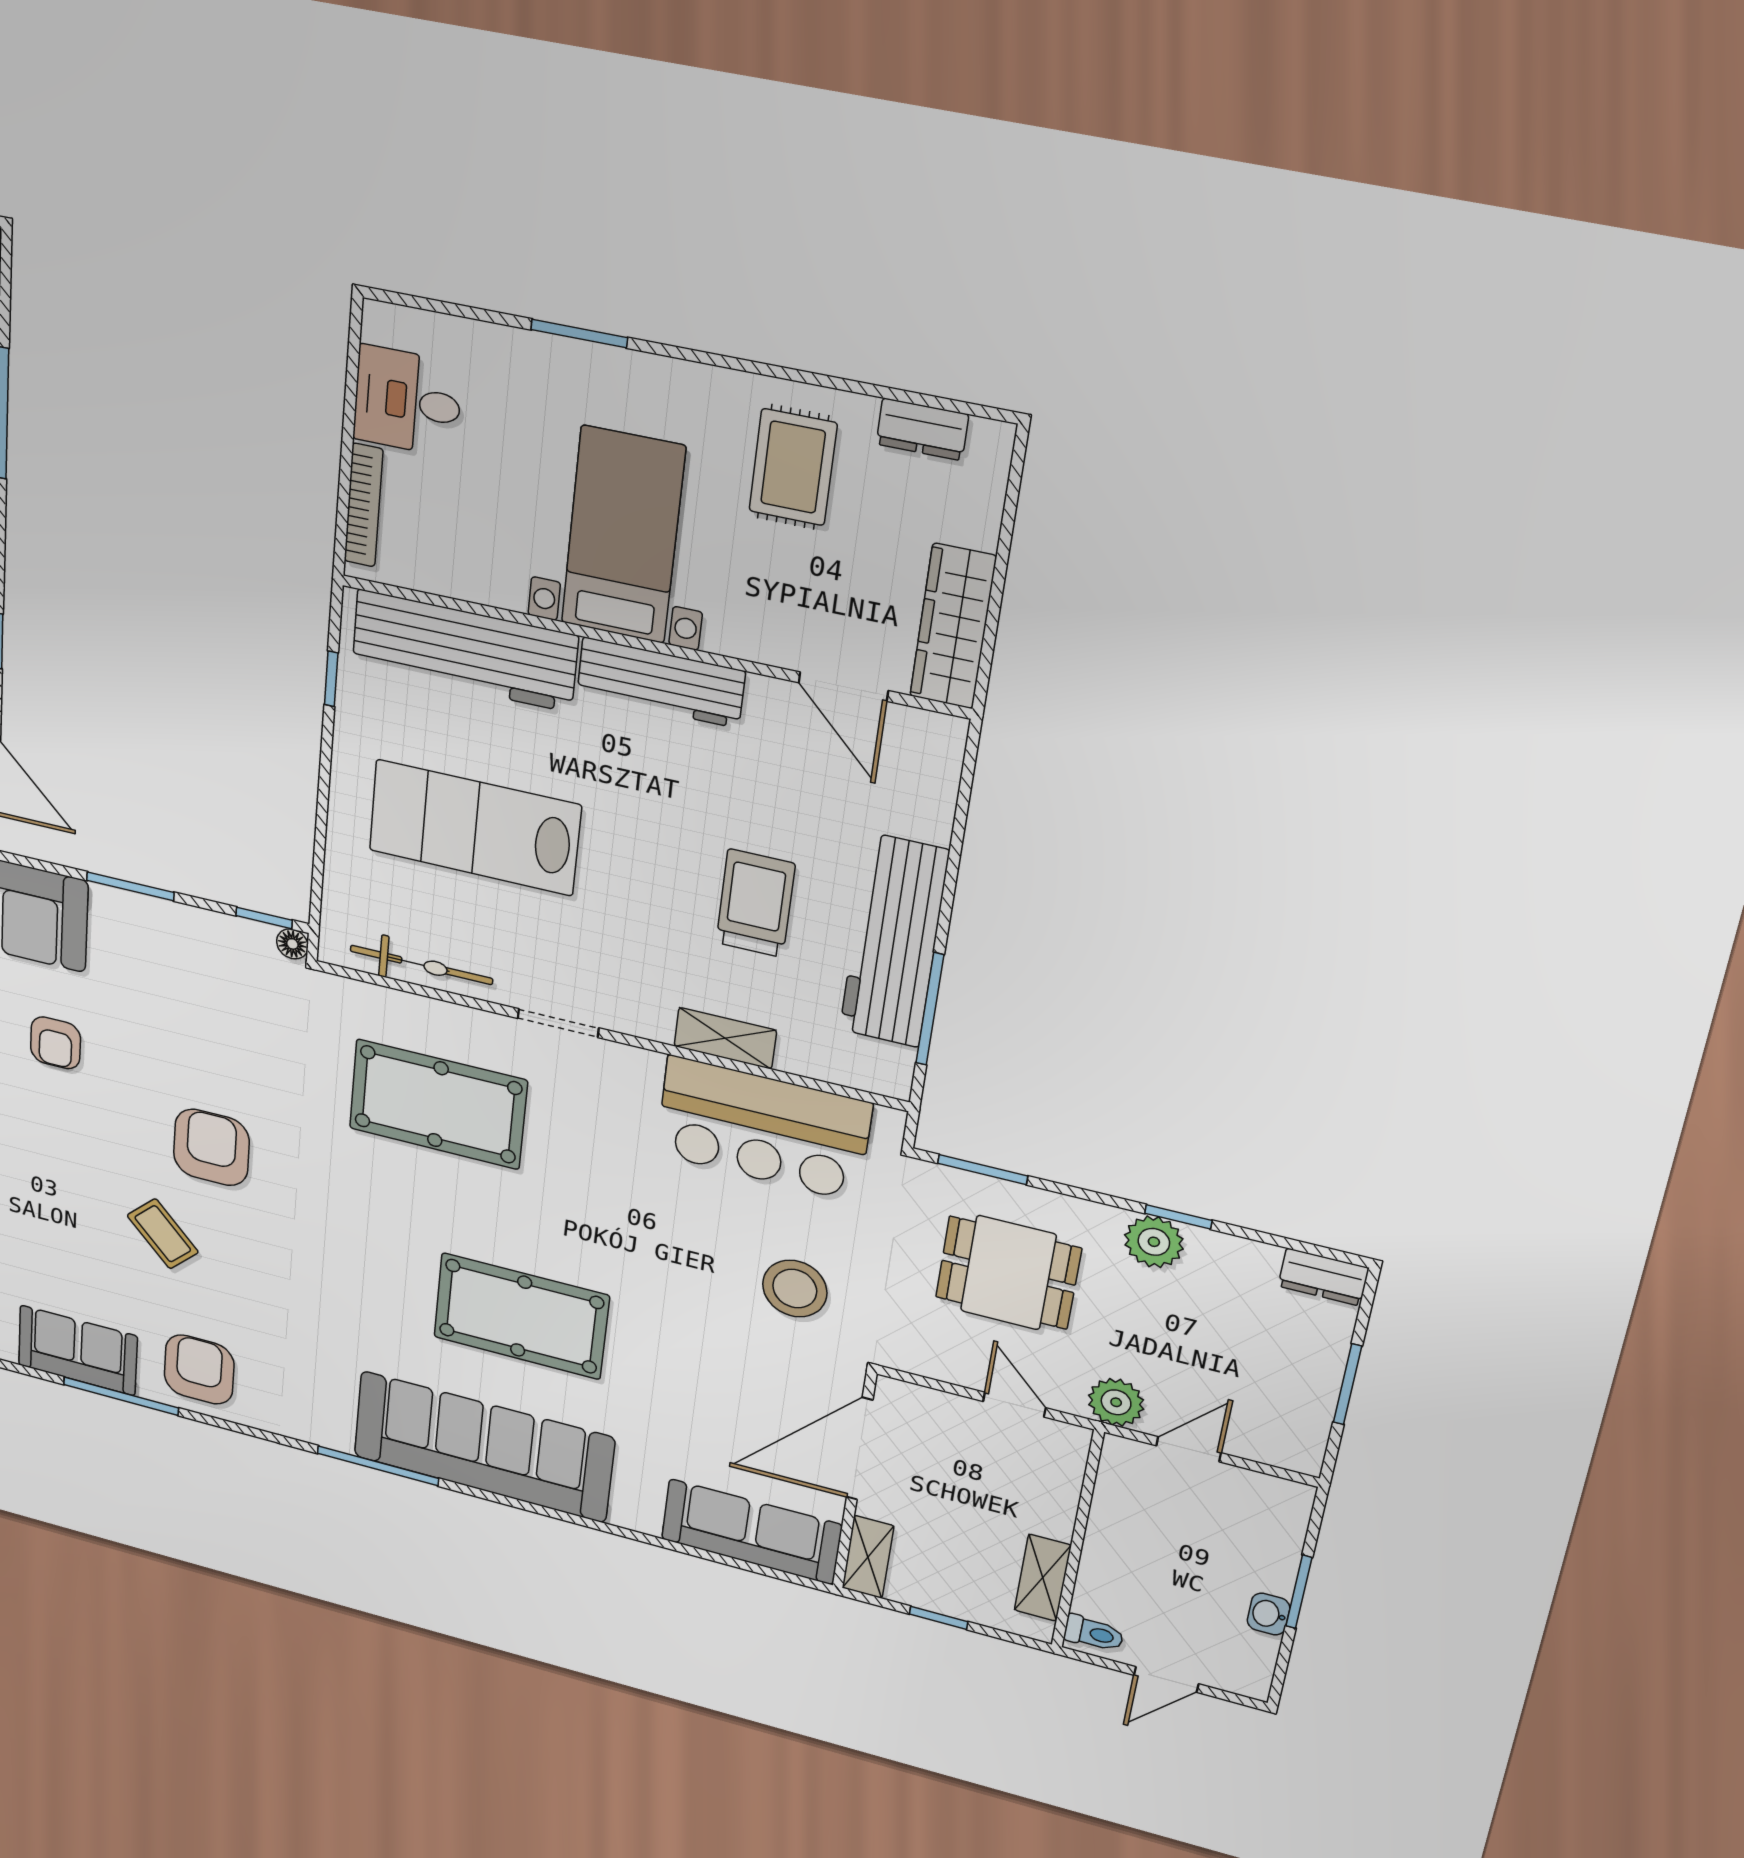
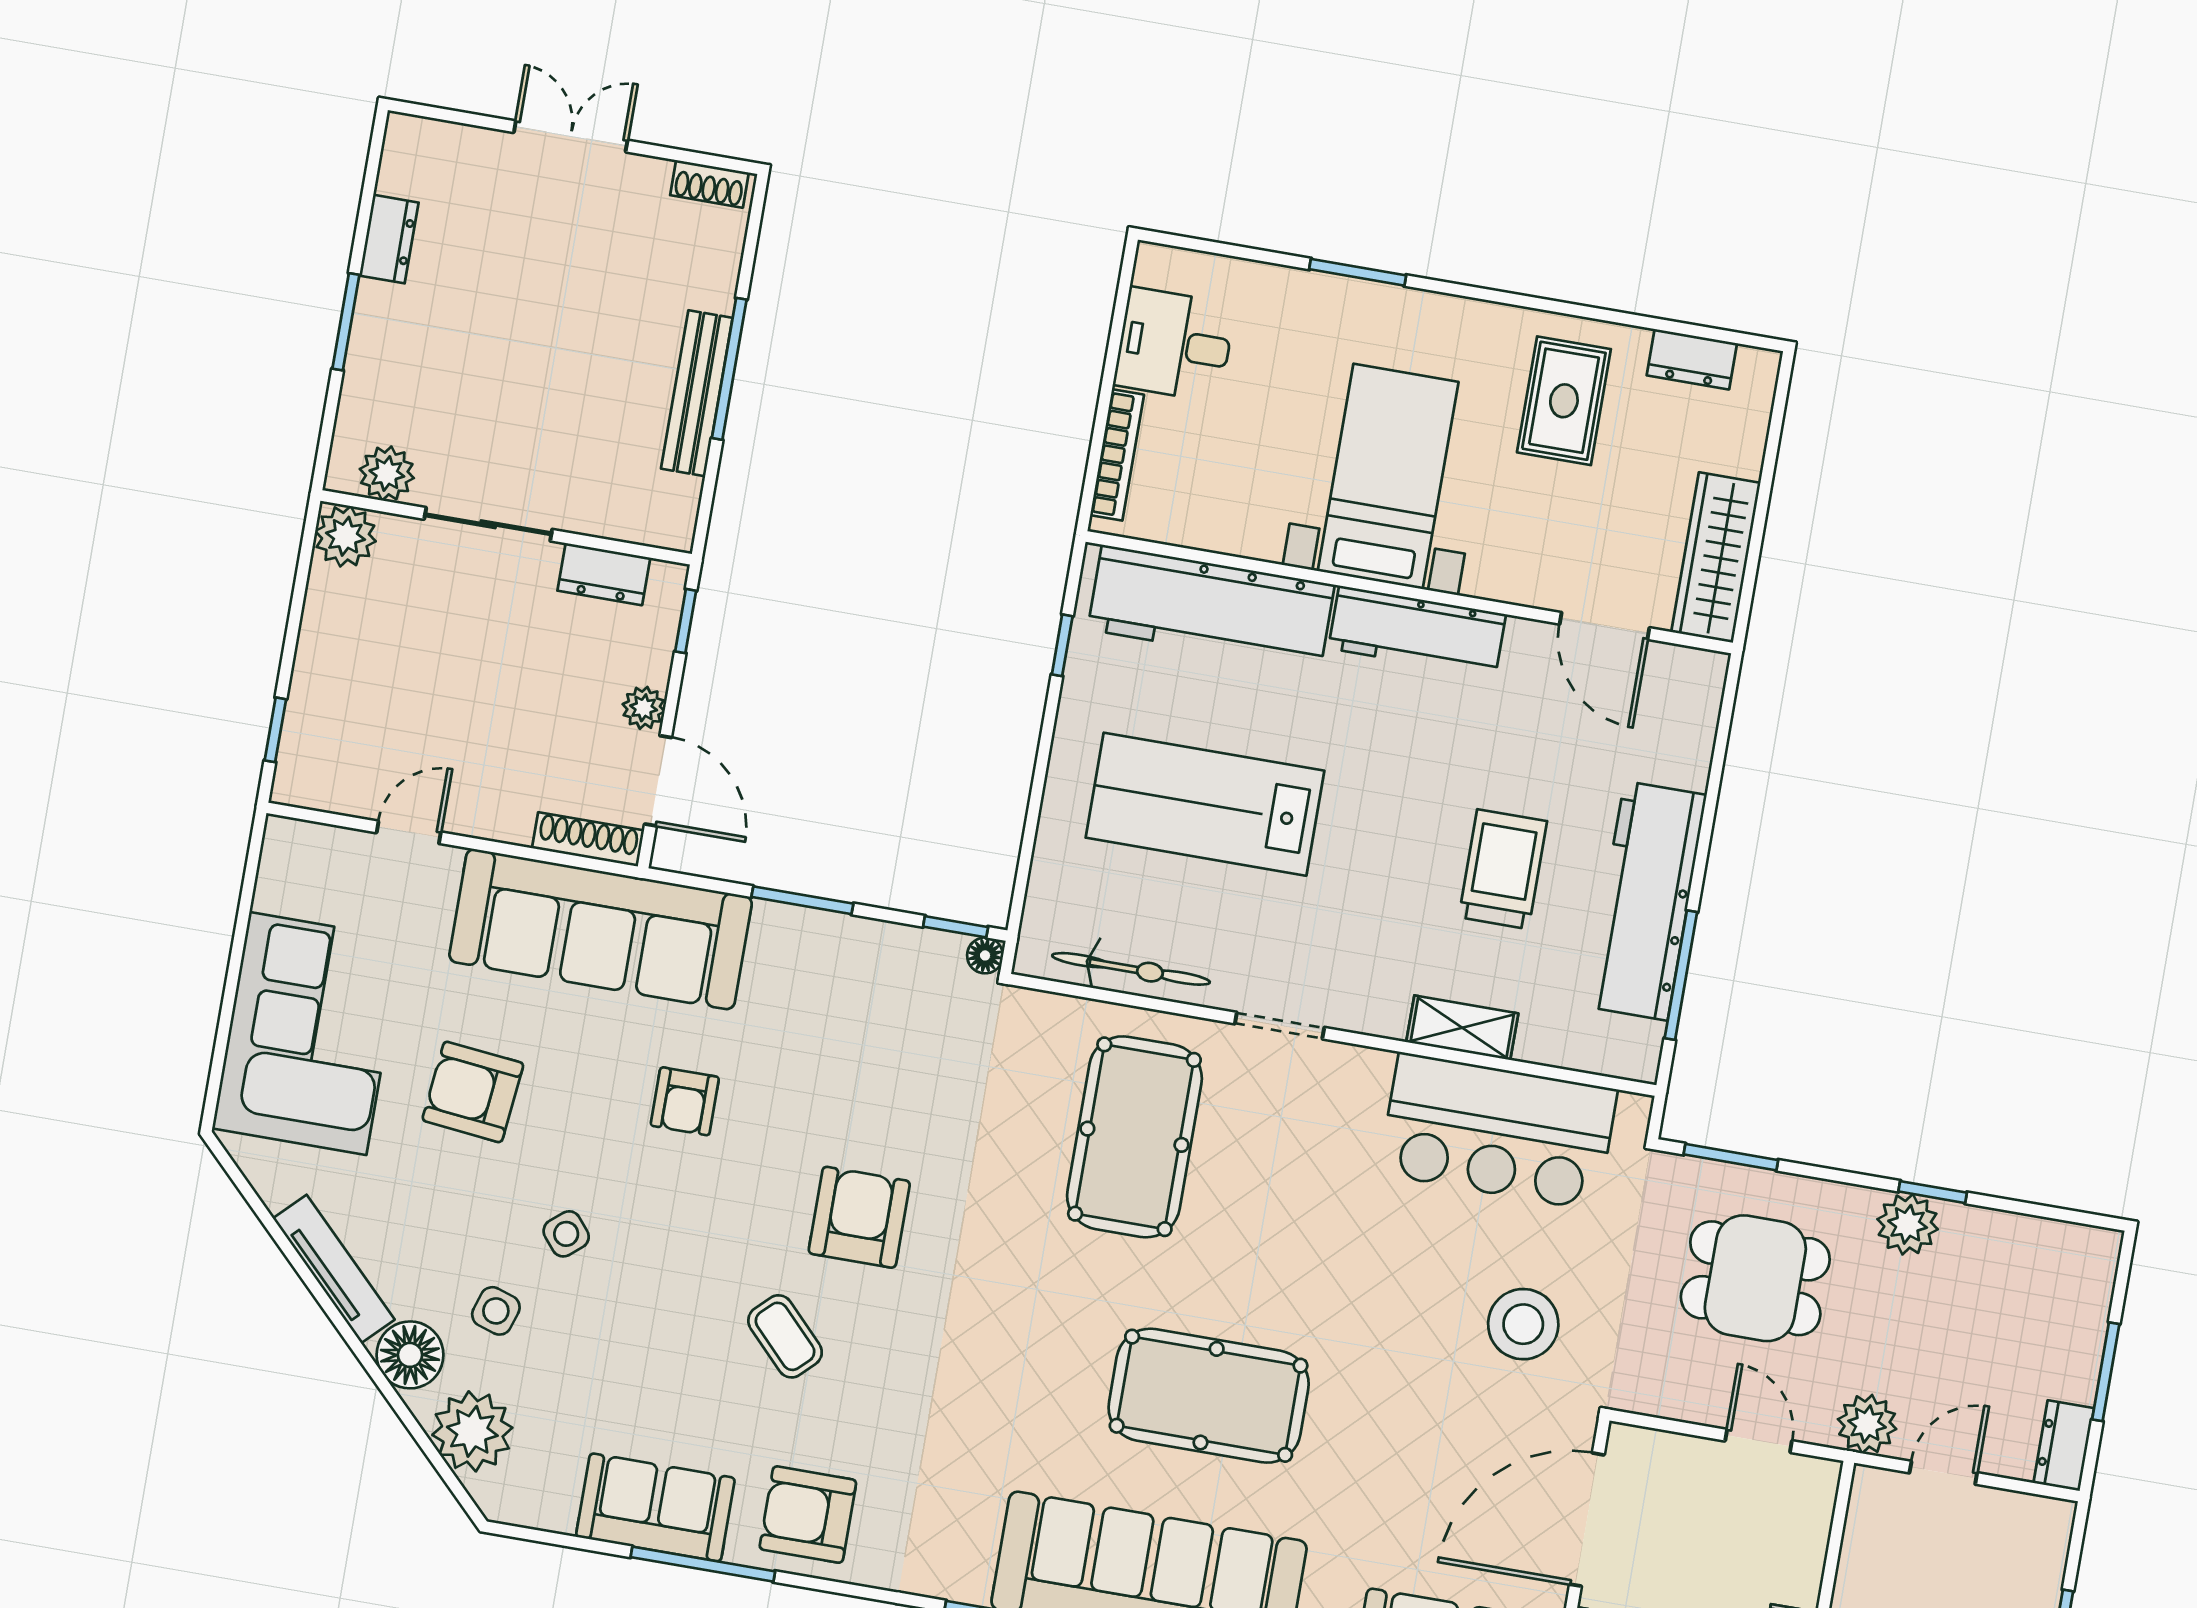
pool table: (438, 1104) -> (1134, 1137), turned 90
dresser: (1323, 1277) -> (2064, 1446), moved, turned 90
armchair: (199, 1370) -> (808, 1515), turned -90

